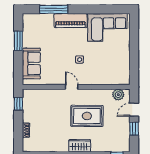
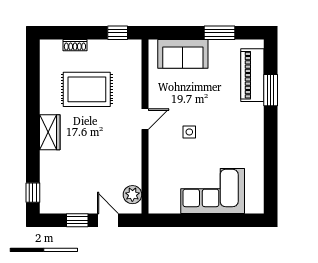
window: (54, 9) -> (271, 90), width x0.69
piano: (71, 21) -> (252, 75), moved
corner sofa: (107, 27) -> (213, 191), moved, turned 90
rug: (87, 116) -> (87, 89), moved, turned 90

